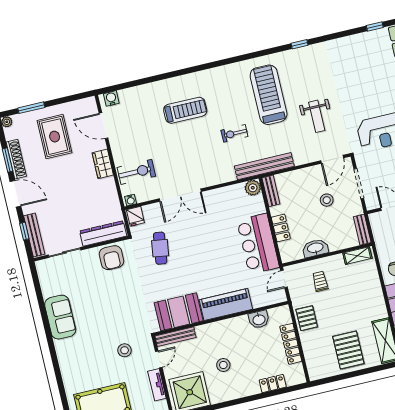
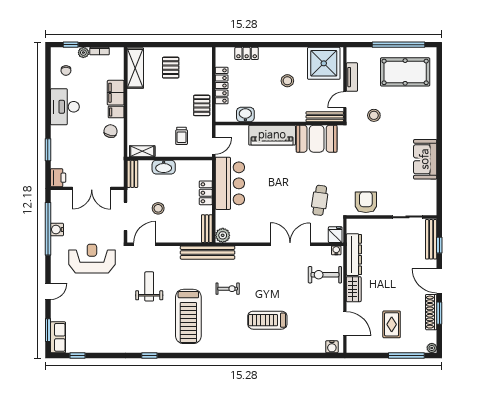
window: (31, 108) -> (406, 356), width x1.44
rug: (55, 137) -> (392, 324), width x0.73, depth x0.70
dresser: (103, 233) -> (354, 255), moved, turned -90
washbasin: (315, 248) -> (164, 167), moved
pallet: (348, 350) -> (171, 68), width x0.67, depth x0.71

